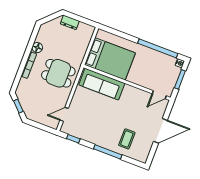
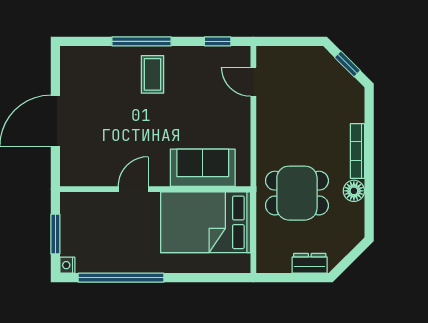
dining table: (58, 73) -> (297, 193), moved
sofa: (102, 84) -> (203, 168), width x0.73
door: (159, 95) -> (133, 189), moved
door: (64, 114) -> (253, 82), swing flipped
coffee table: (127, 139) -> (152, 74), moved

